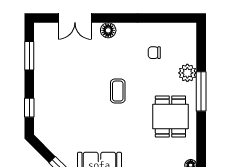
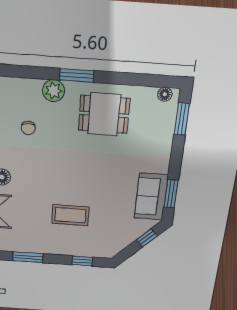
coffee table: (118, 91) -> (70, 215), moved, width x1.36, depth x1.30
window: (201, 91) -> (77, 75), width x0.69

